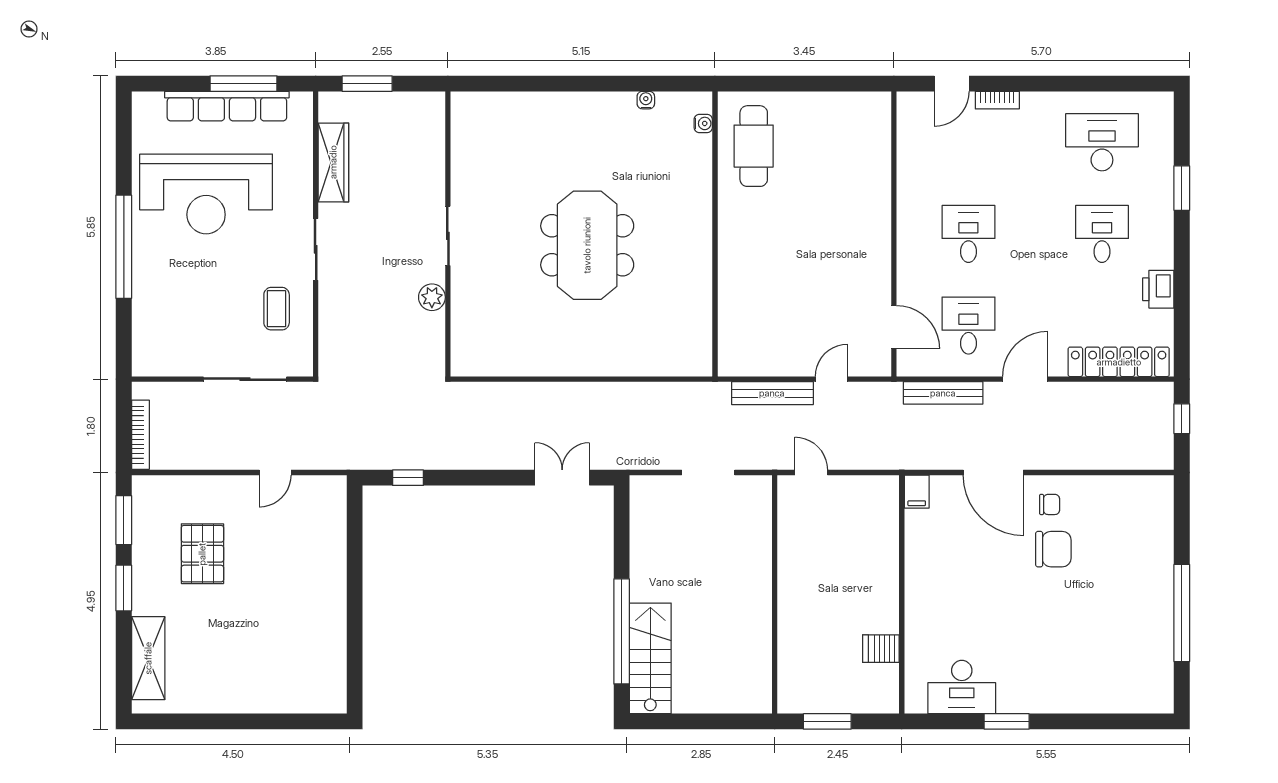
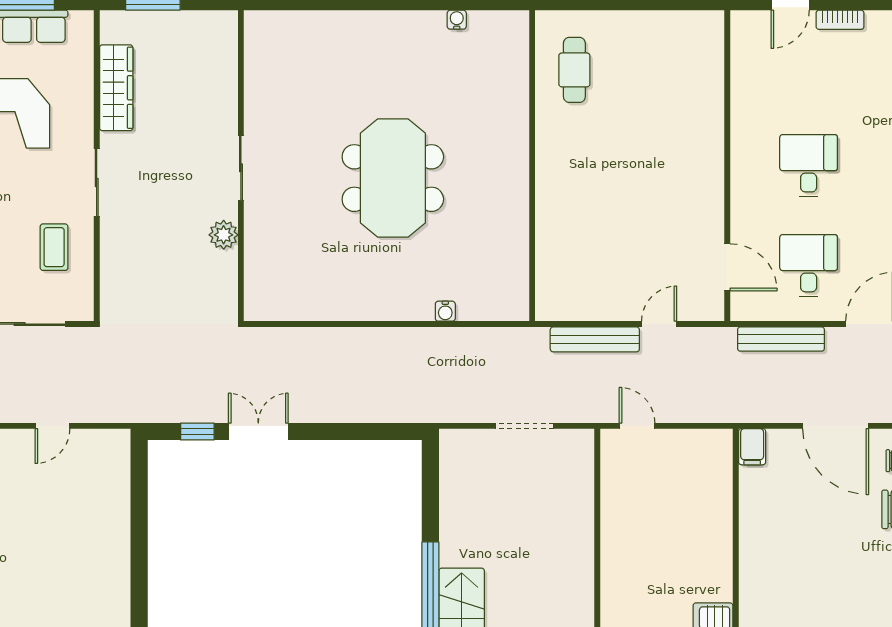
water cooler: (703, 123) -> (445, 311), moved, turned 90
cafe table: (754, 146) -> (574, 70), width x0.73, depth x0.74
double door: (562, 478) -> (258, 431), moved

